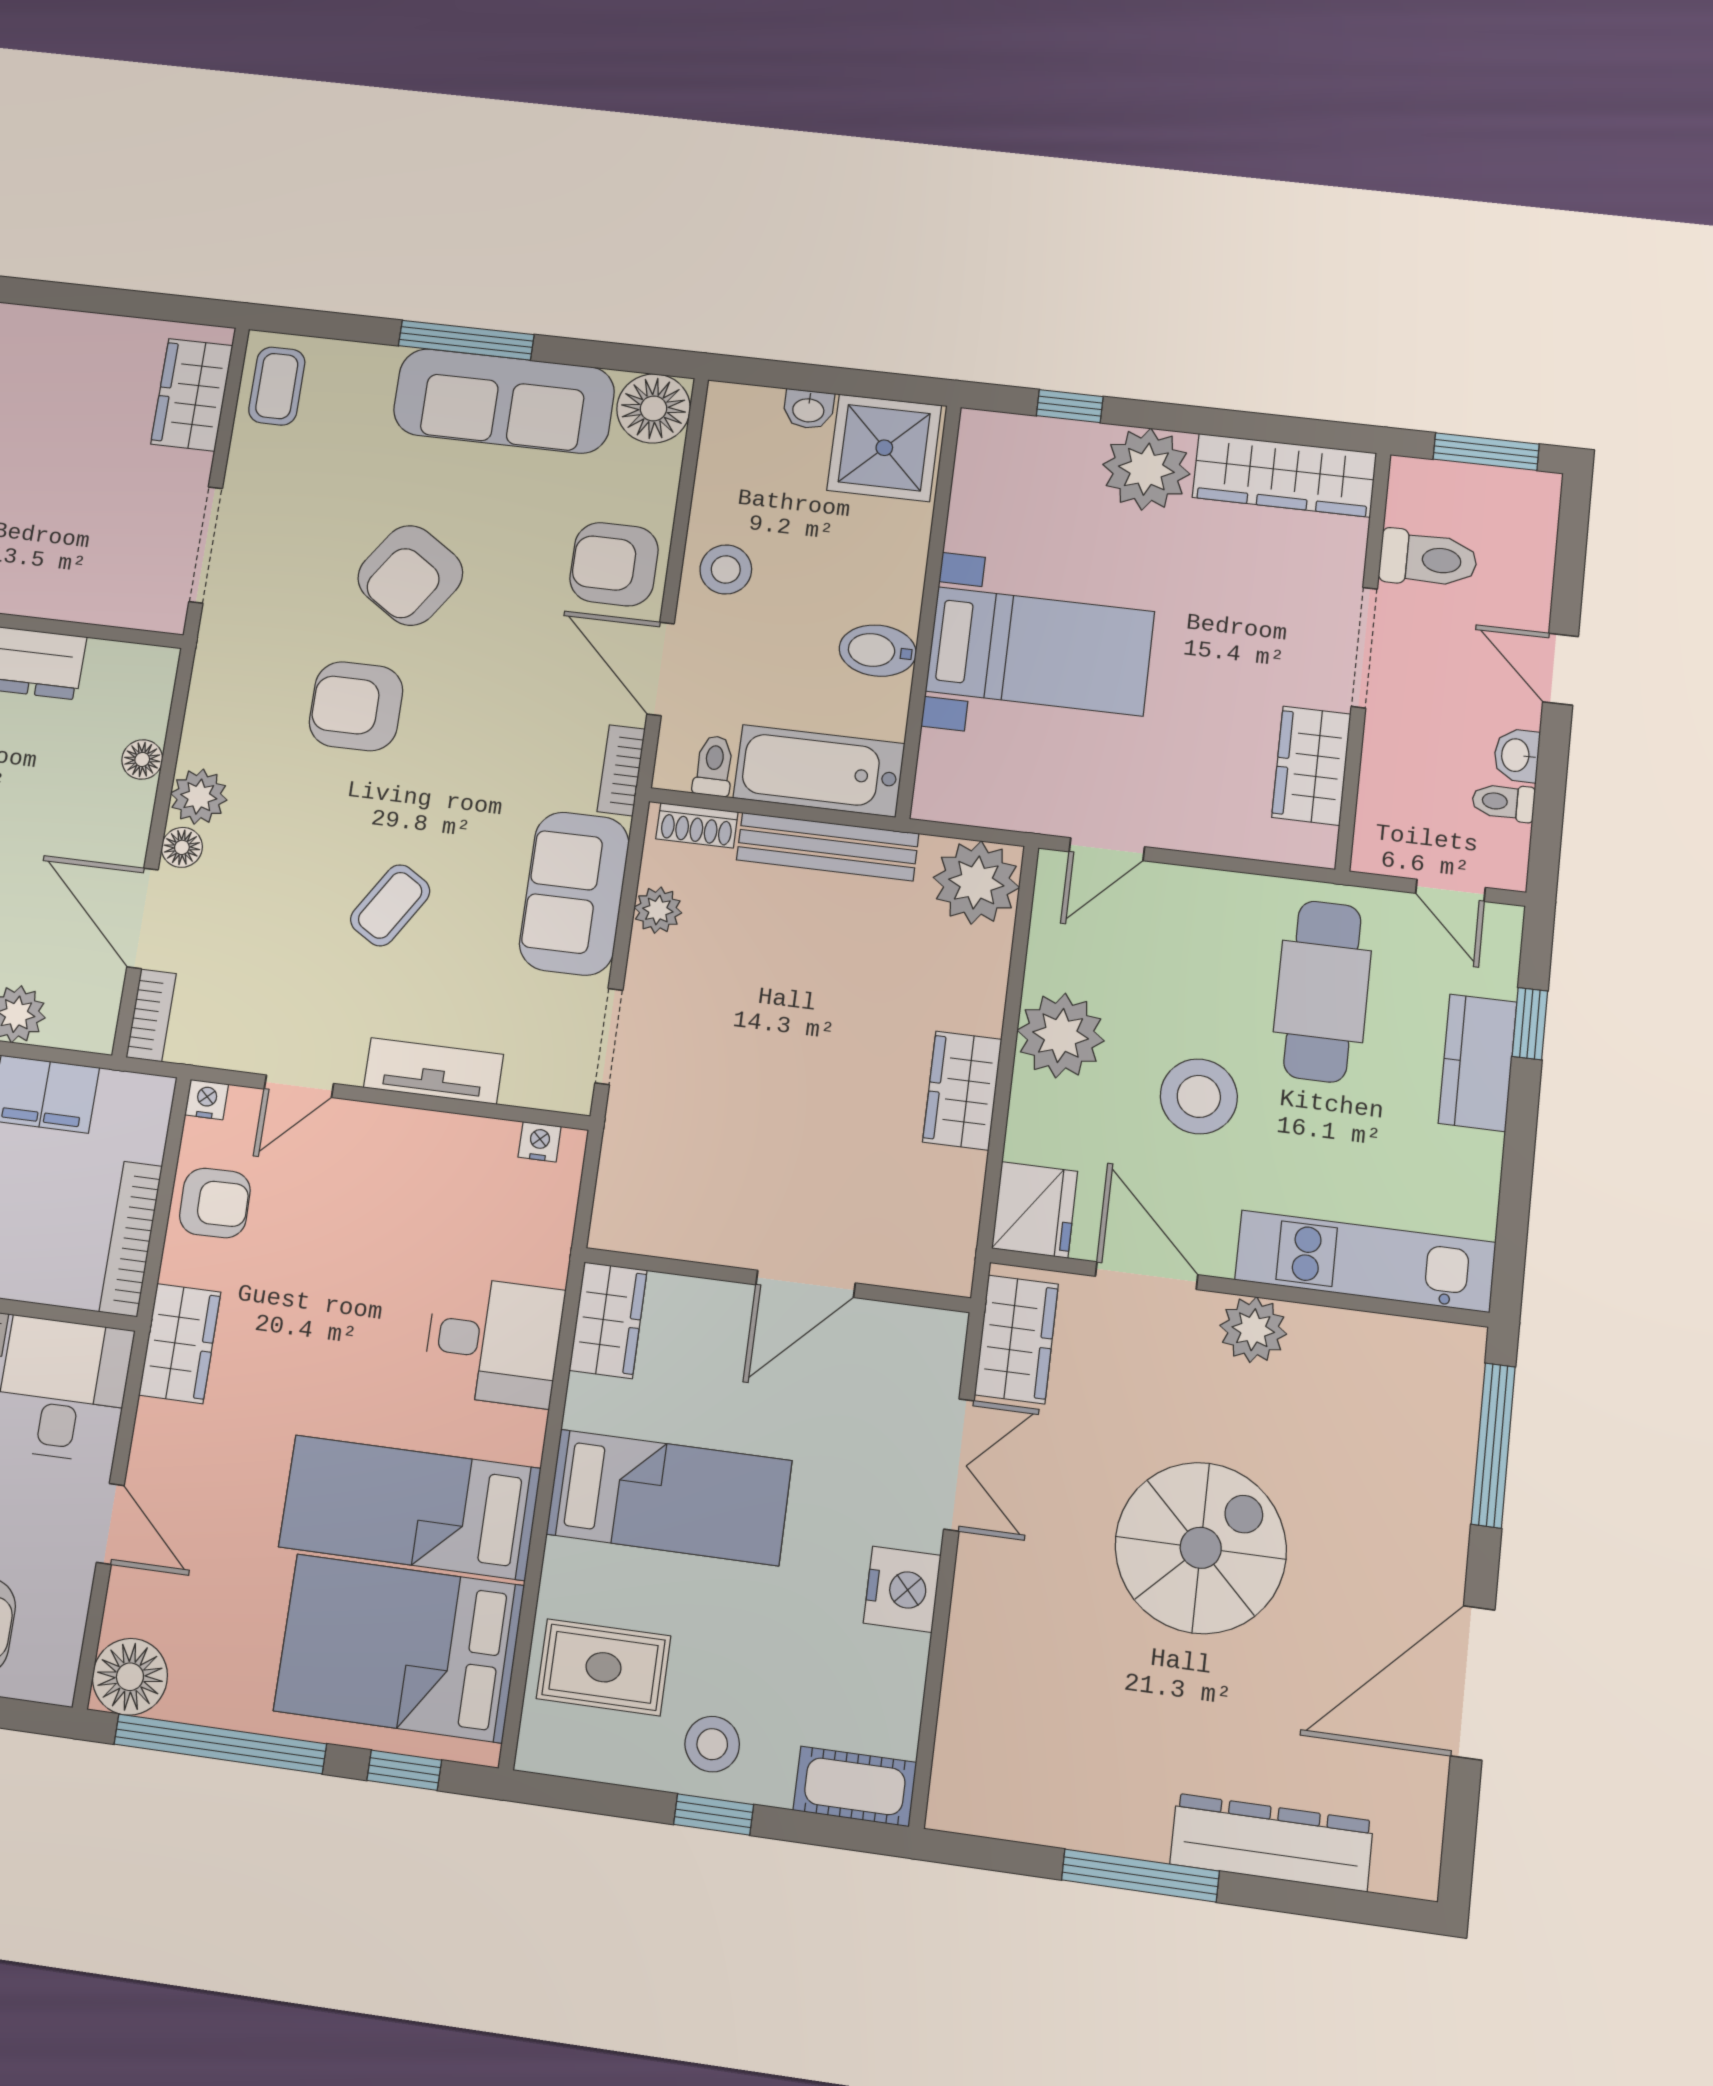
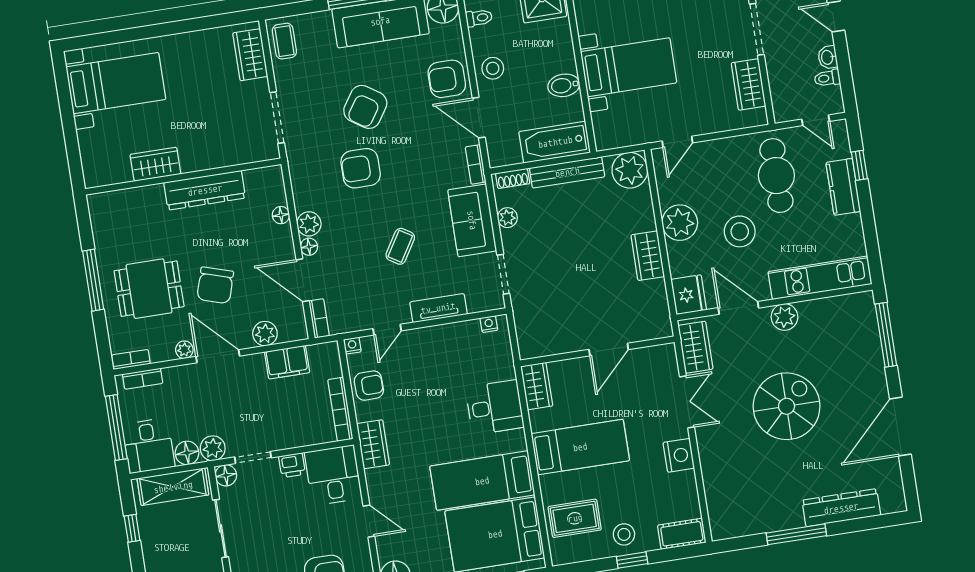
toilet: (714, 766) -> (479, 18), moved, turned 90

